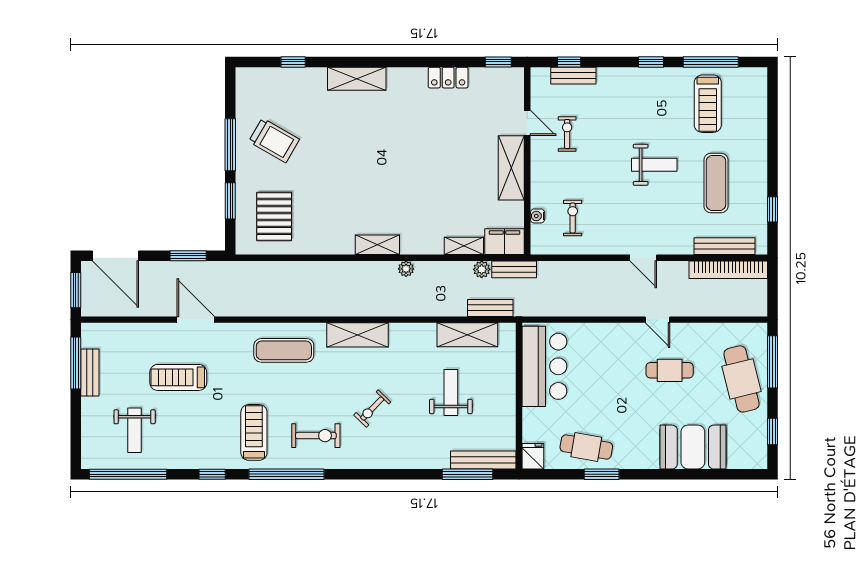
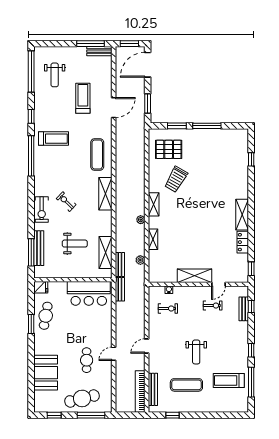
shelving: (357, 79) -> (242, 215), moved
trolley: (274, 140) -> (176, 179), moved
filing cabinet: (505, 242) -> (155, 272), removed
shelving: (464, 246) -> (153, 239), moved
bench: (514, 269) -> (120, 289), moved
bench: (90, 372) -> (99, 51), moved
weight bench: (135, 430) -> (55, 75), turned -90
exercise bike: (316, 436) -> (42, 209), moved
bench: (483, 460) -> (39, 248), moved

